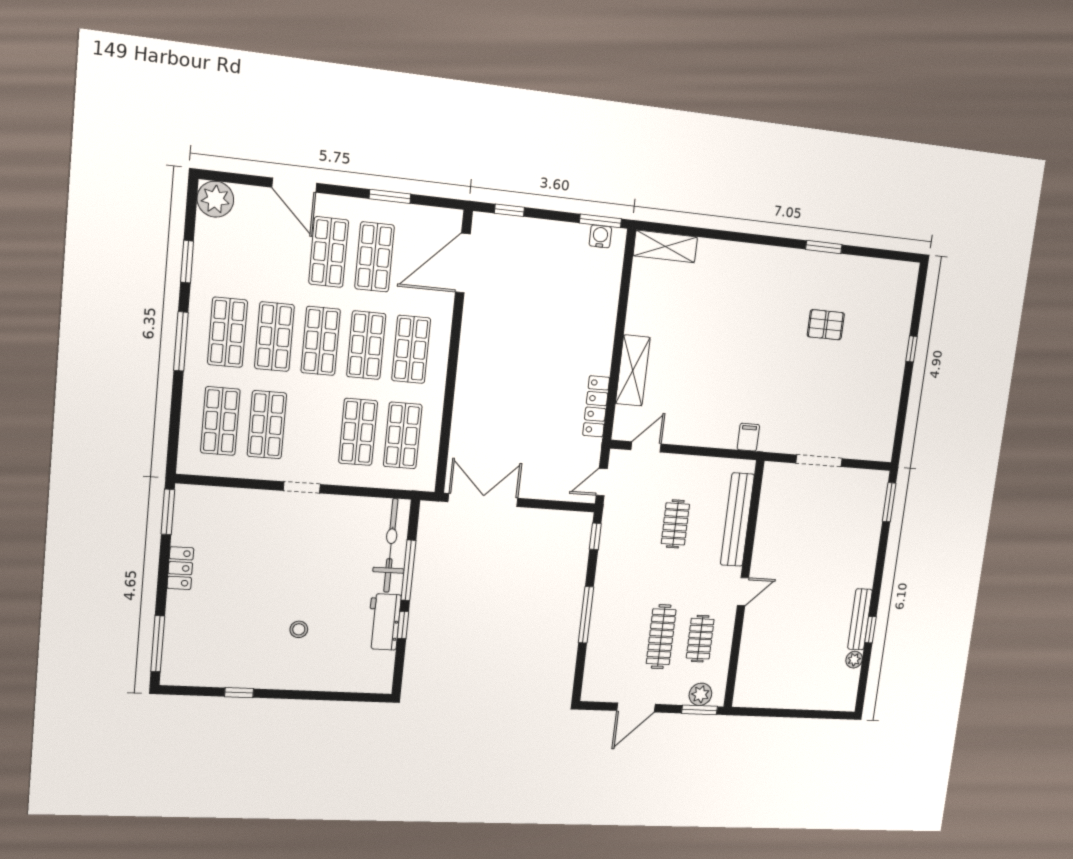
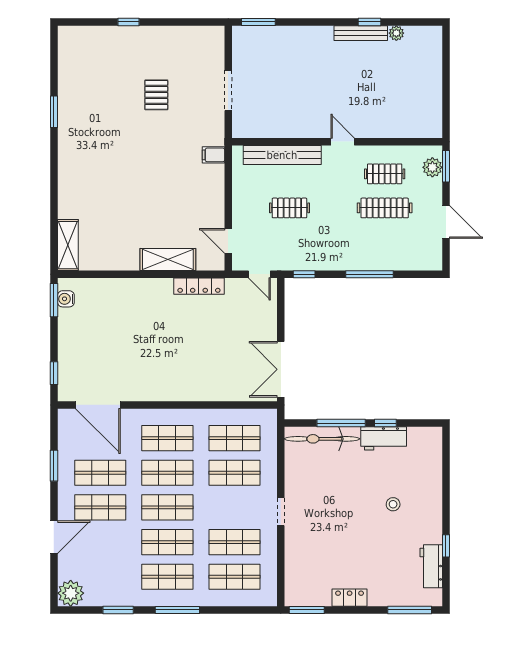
pallet: (826, 325) -> (156, 95), moved
workbench: (214, 673) -> (431, 566), added

